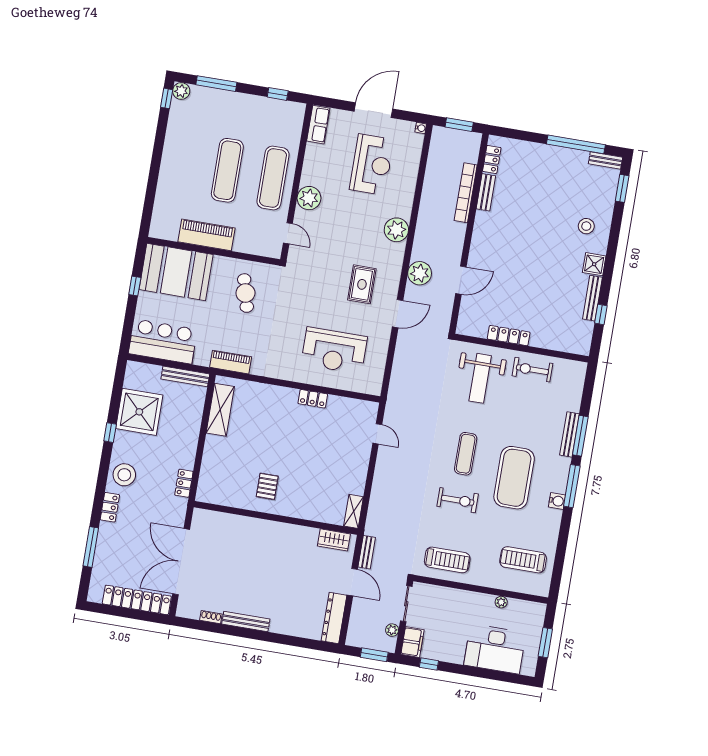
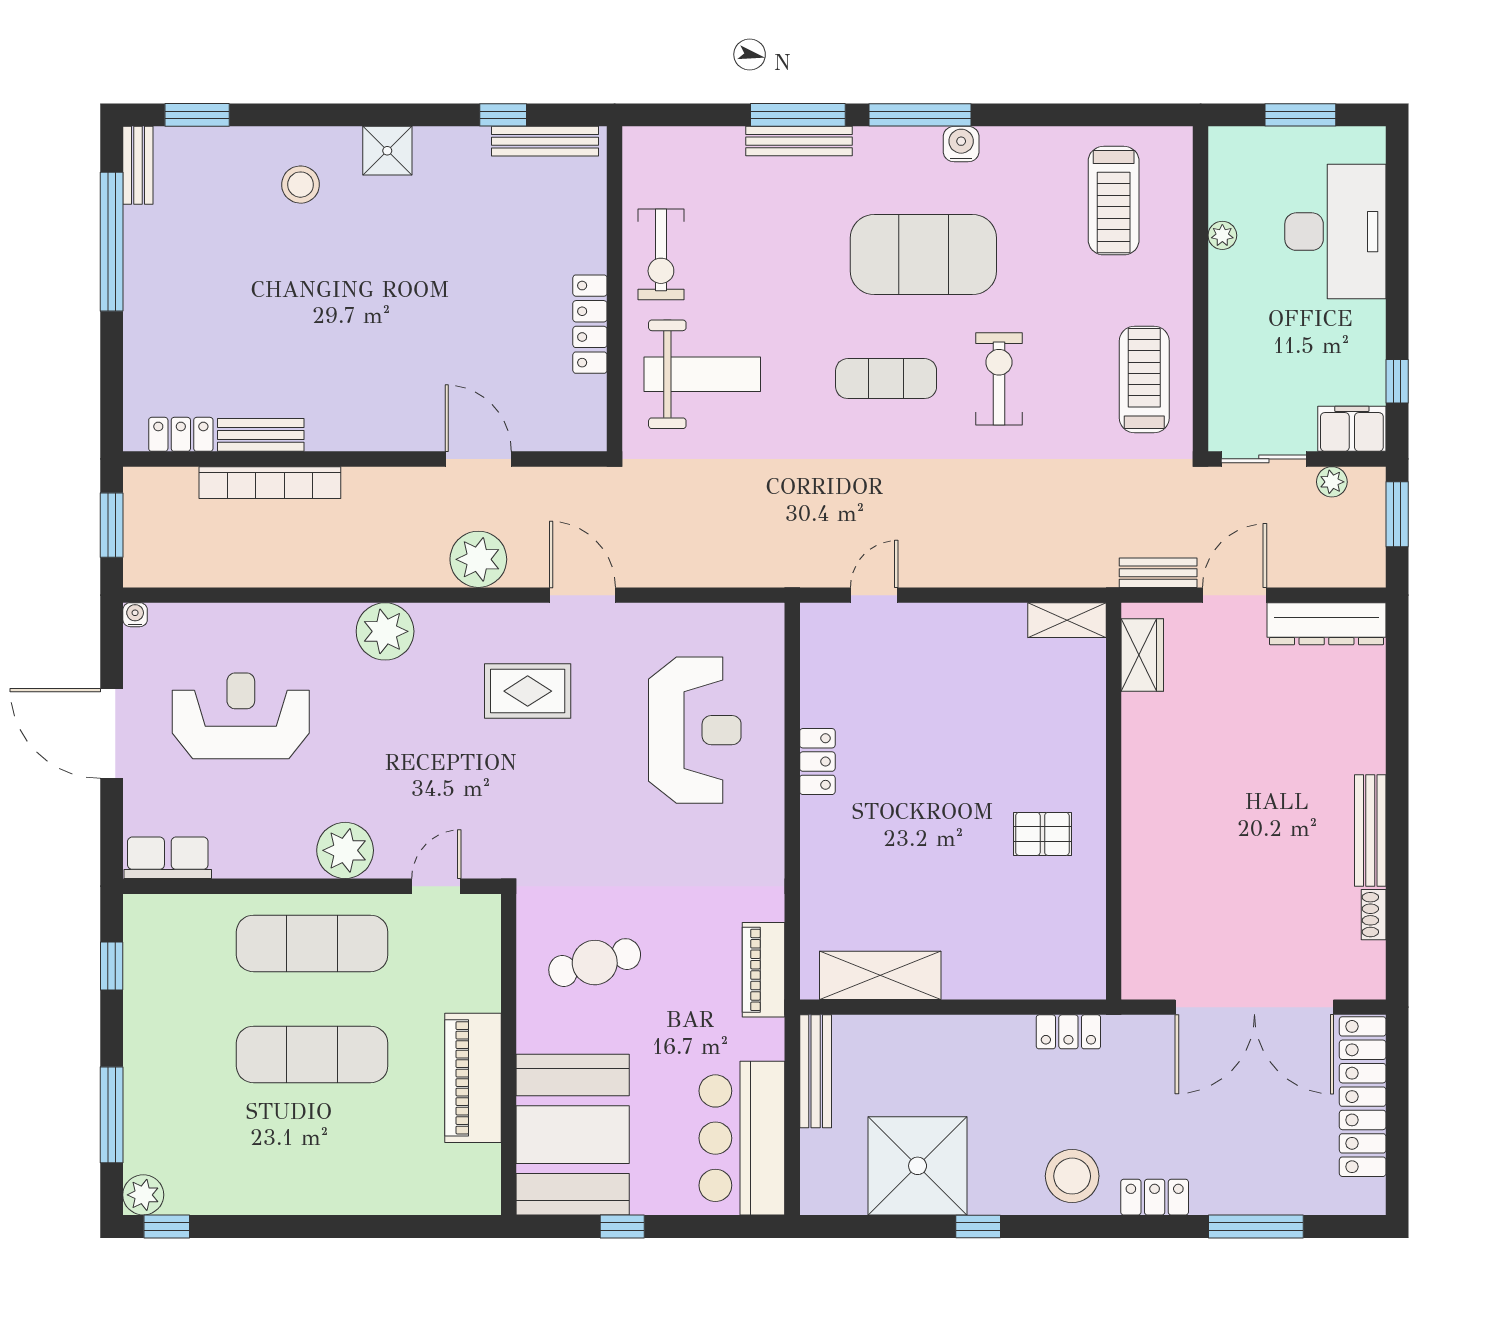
bench: (592, 298) -> (545, 141), moved

